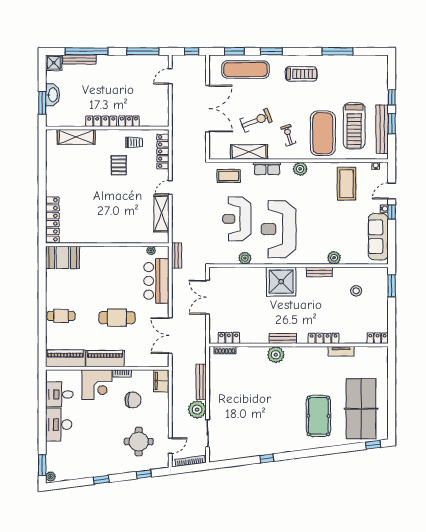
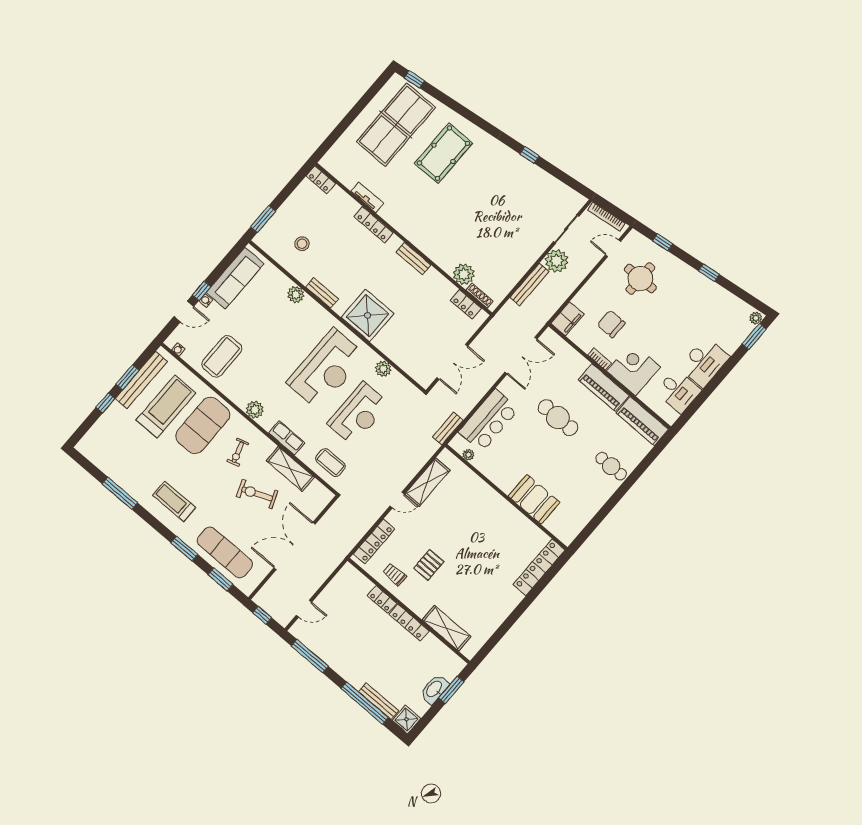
booth: (63, 257) -> (534, 499), moved
plant: (276, 355) -> (464, 274), moved

